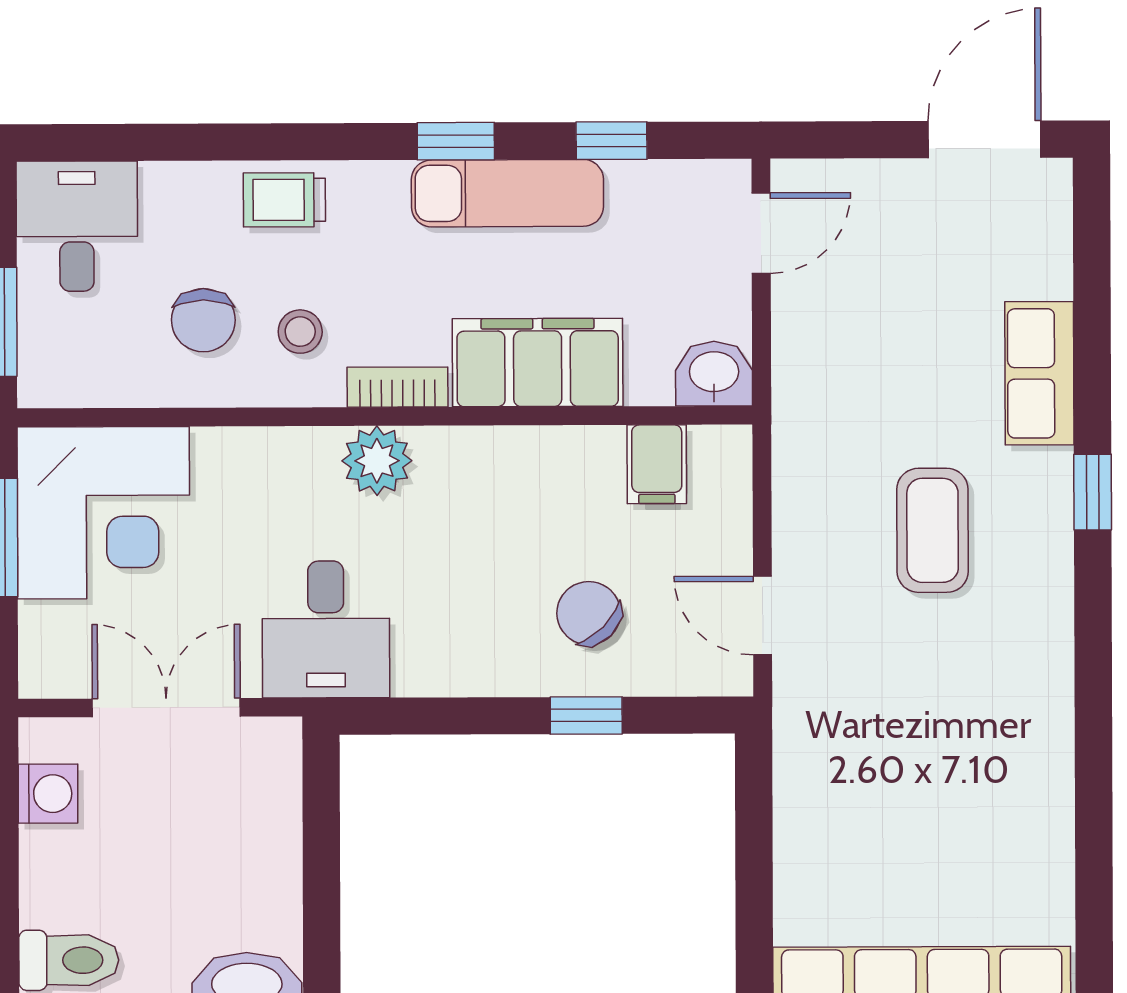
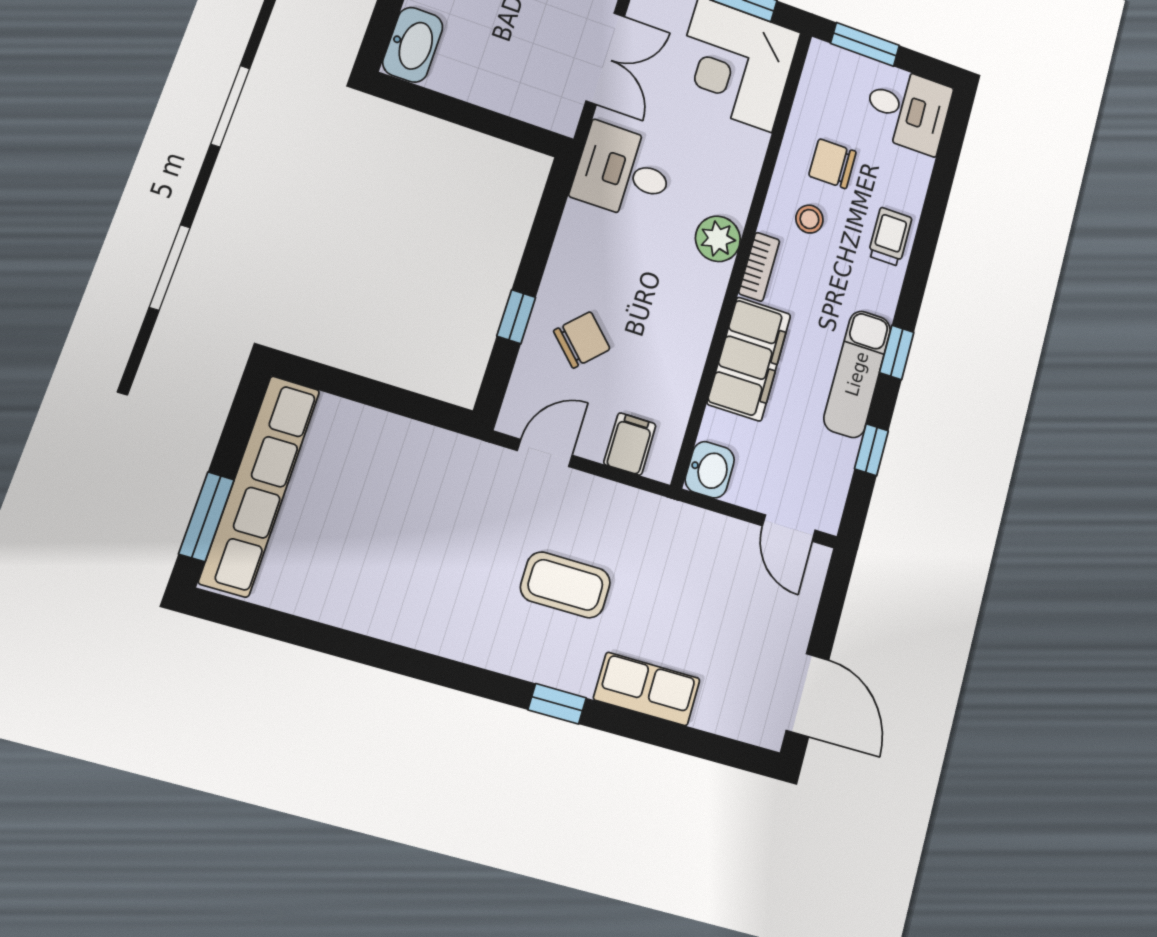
filing cabinet: (657, 464) -> (630, 444), moved, turned 90

